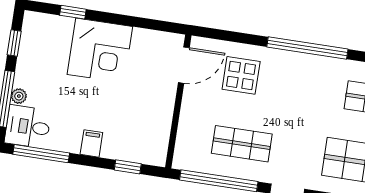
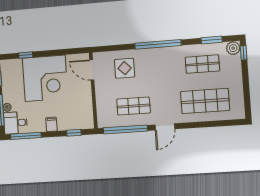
corner desk: (100, 50) -> (45, 78), width x1.36, depth x1.36
door: (184, 65) -> (92, 70), swing flipped

